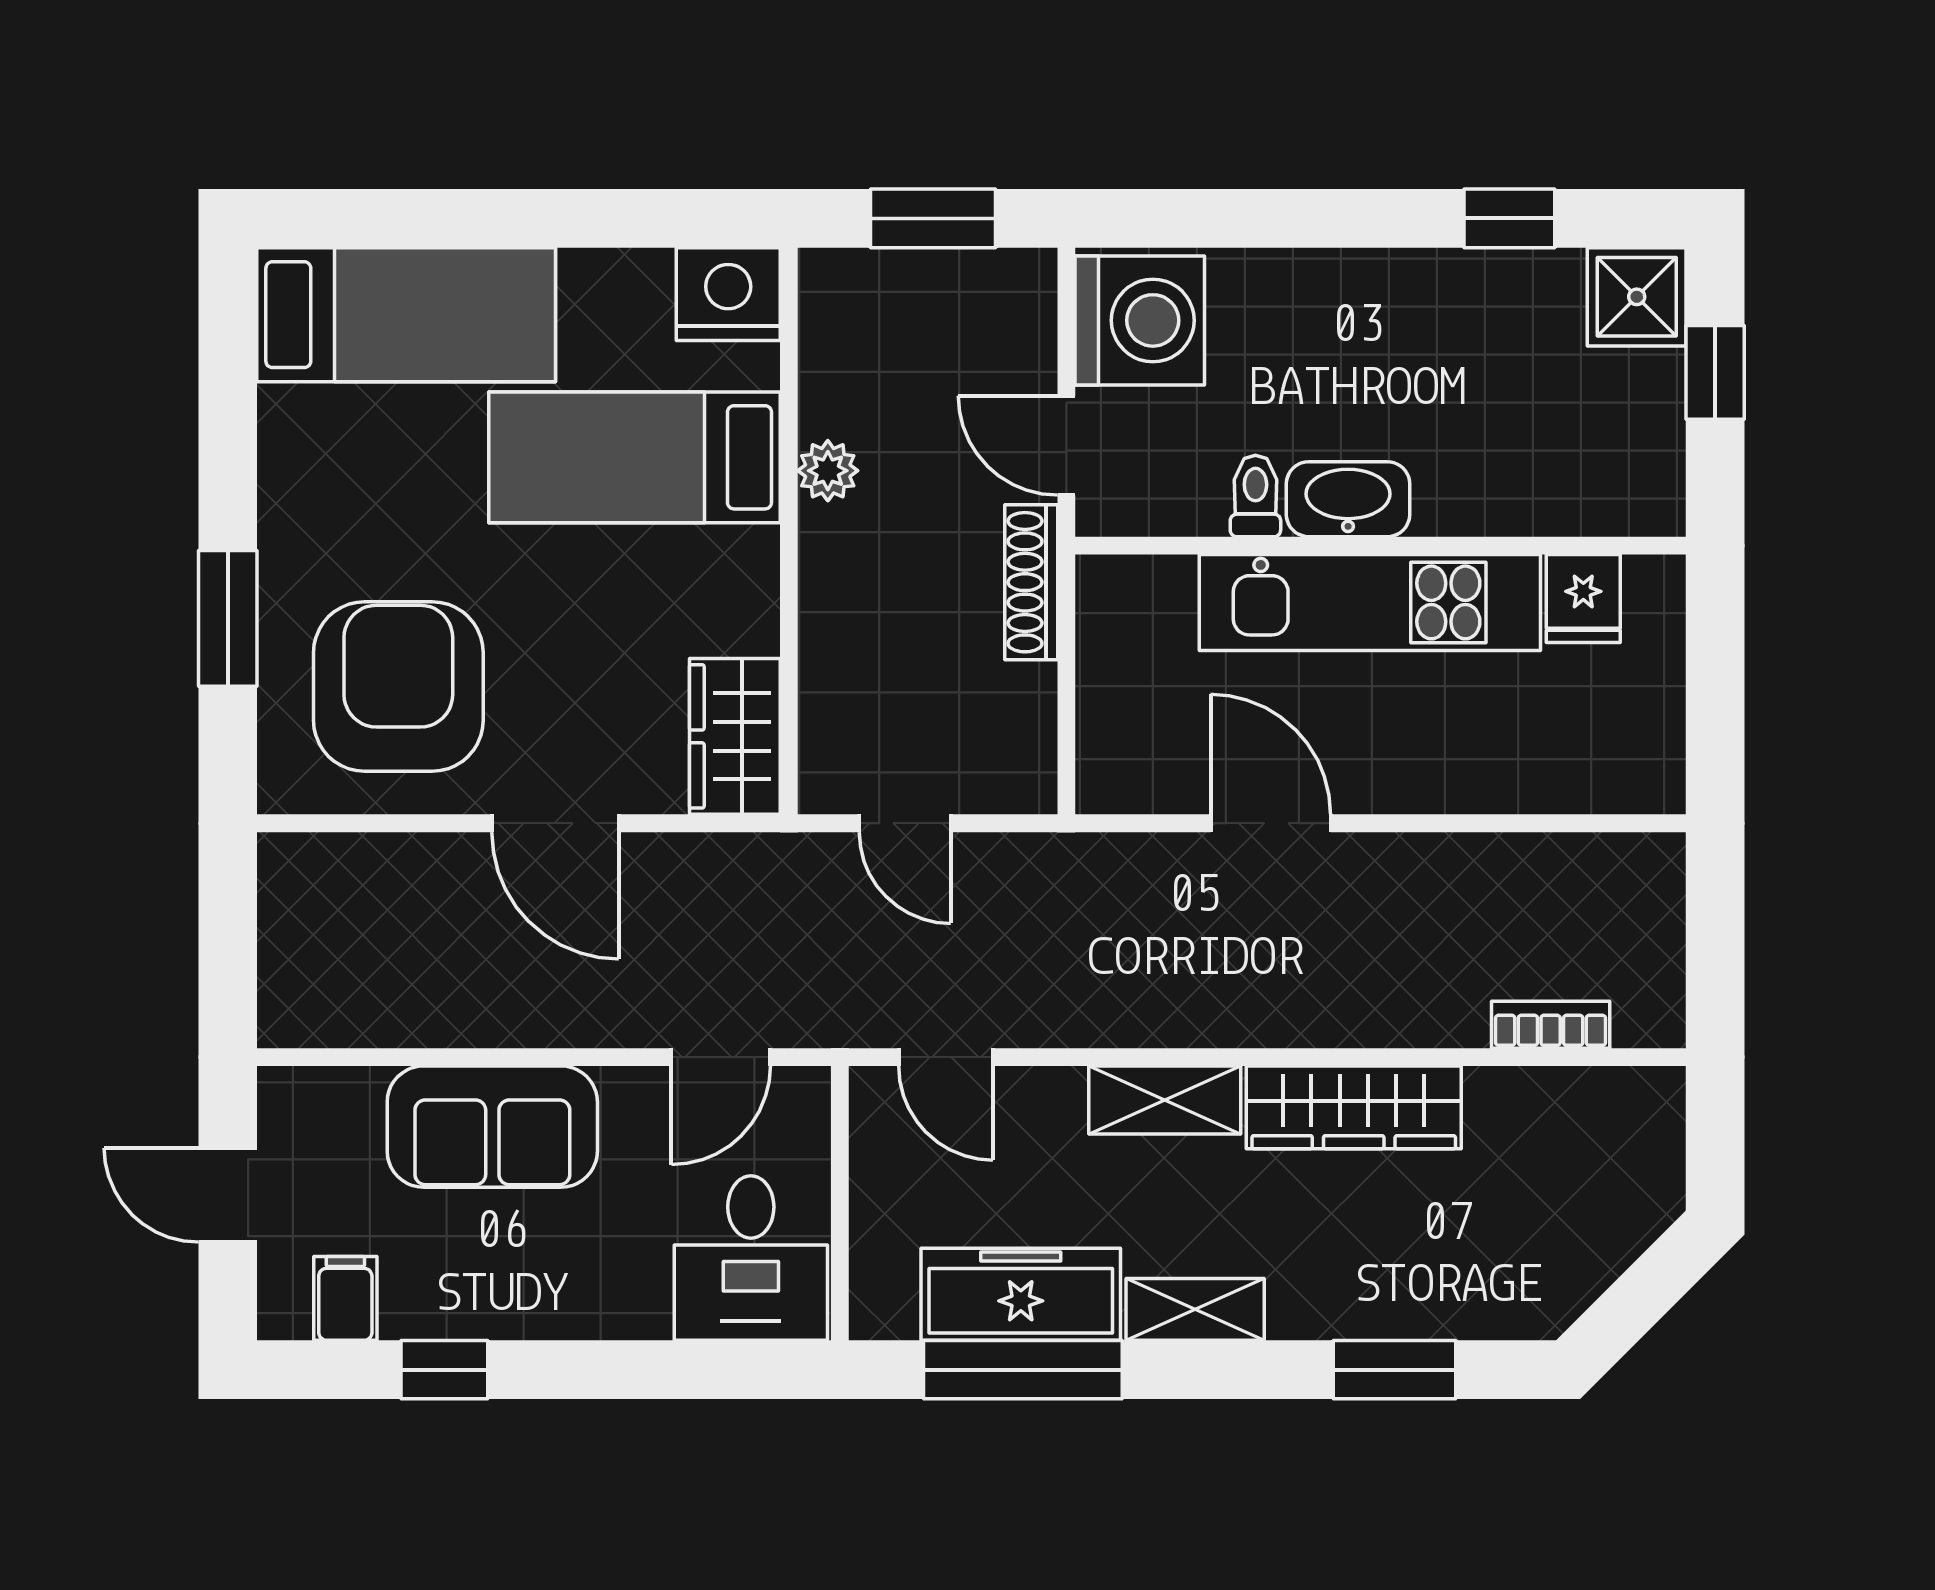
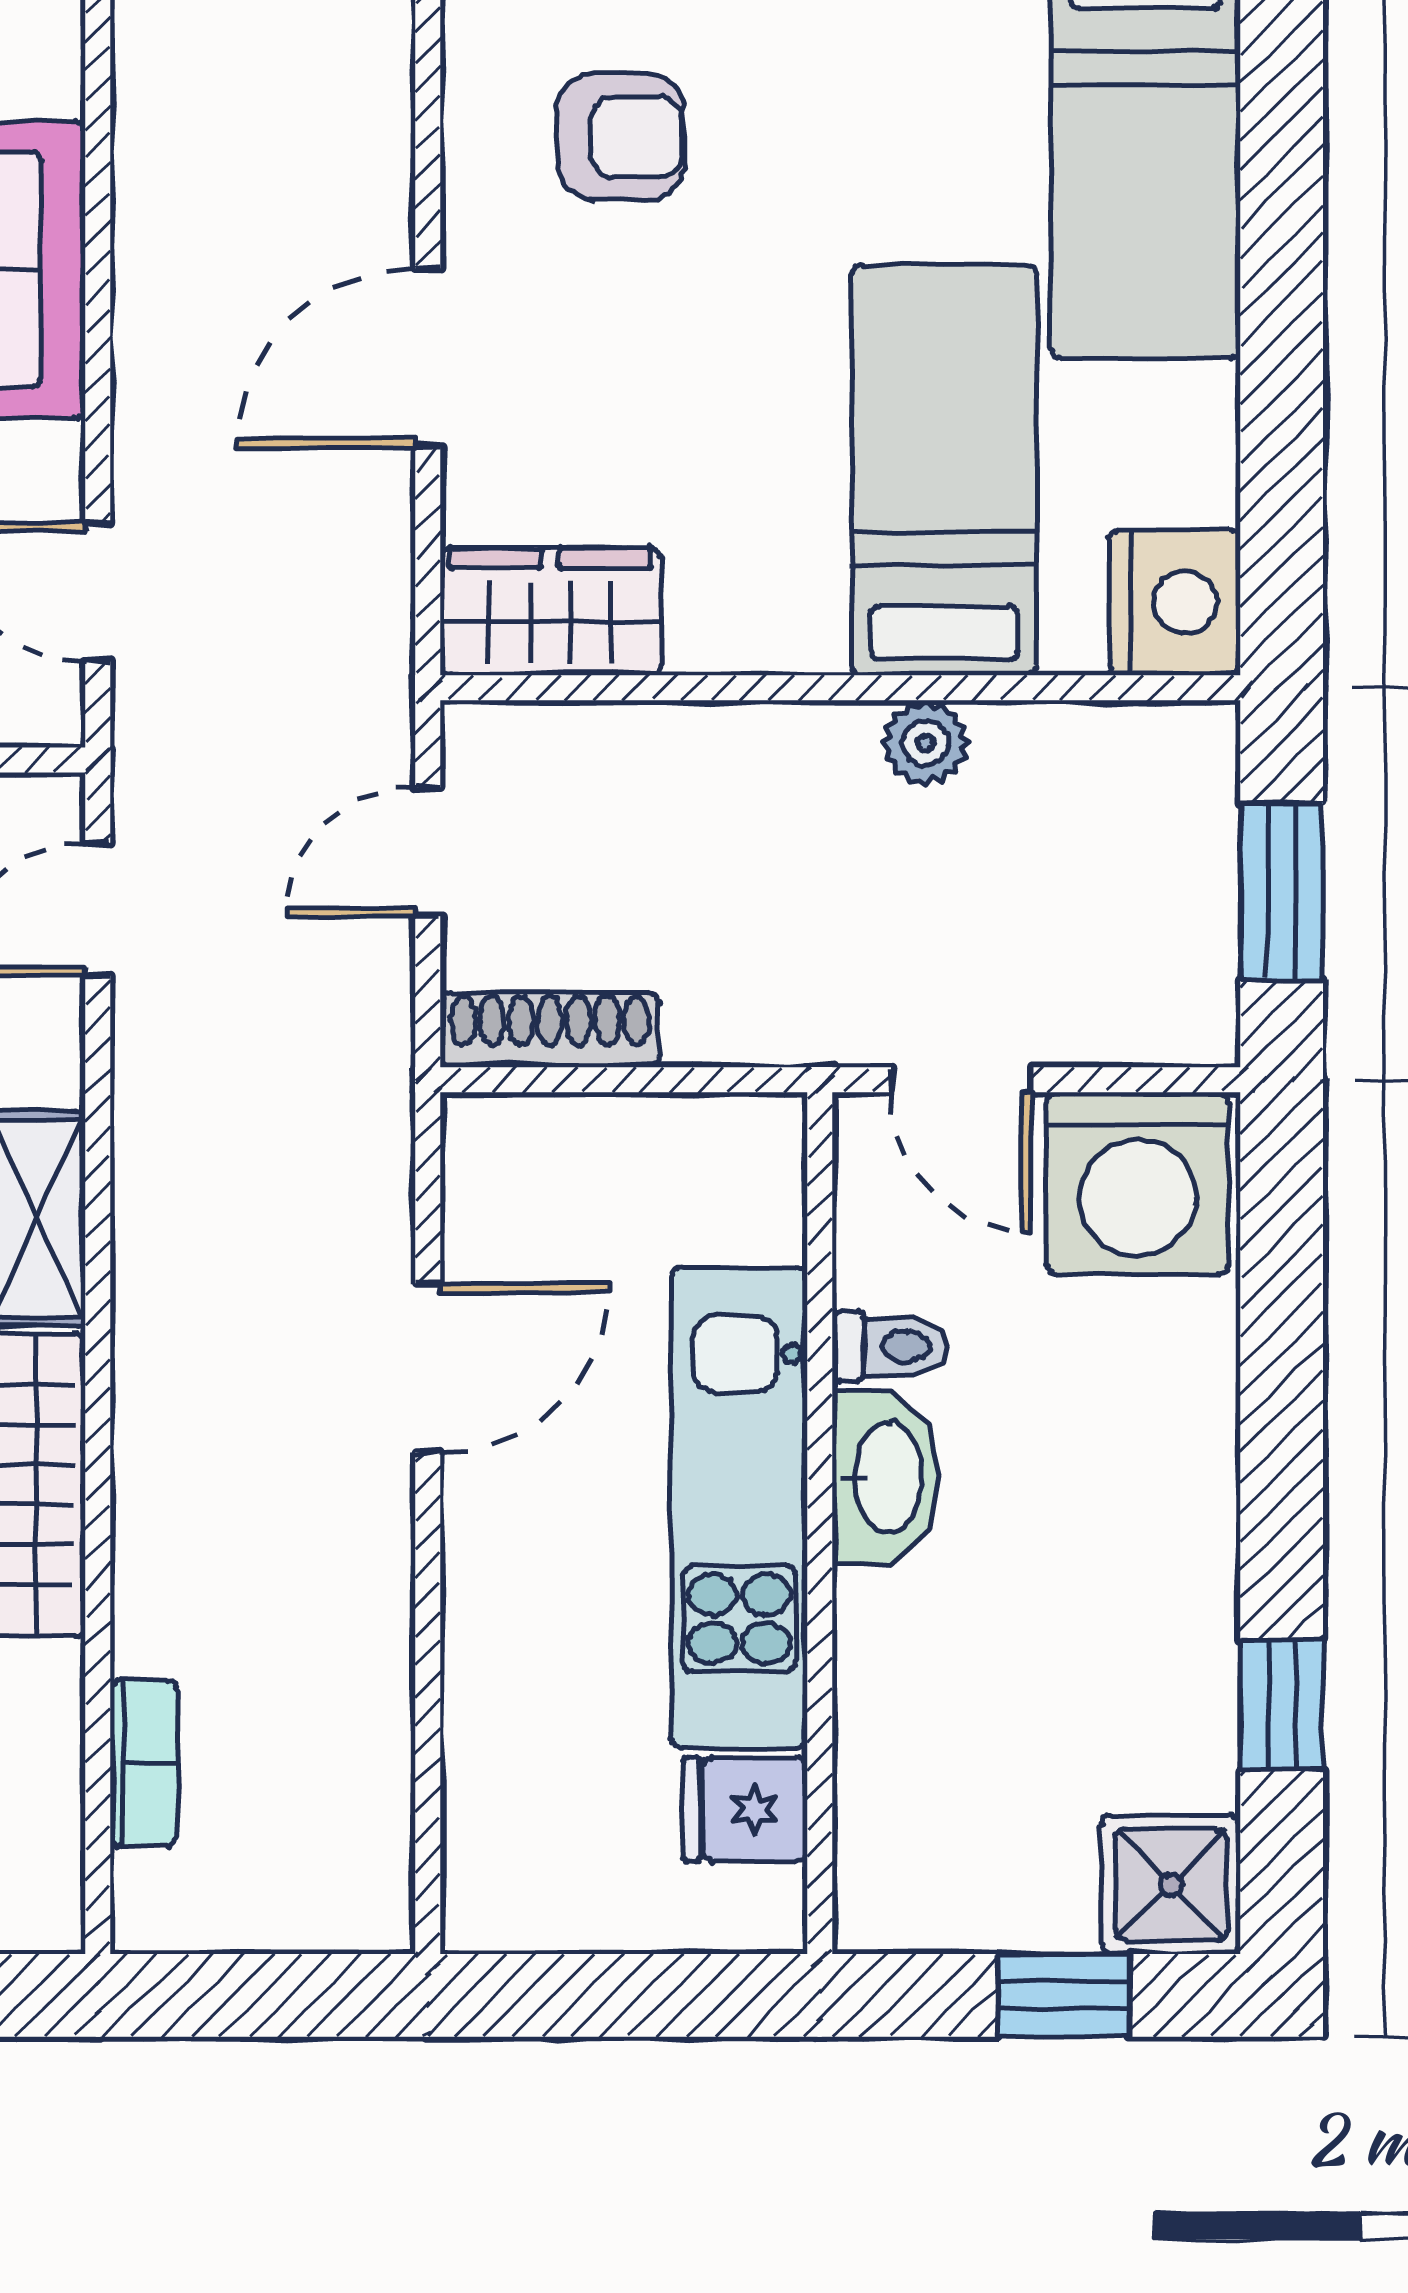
door: (1066, 446) -> (961, 1080), swing flipped
shoe rack: (1031, 582) -> (550, 1030), moved
armchair: (398, 686) -> (621, 137), width x0.53, depth x0.53

